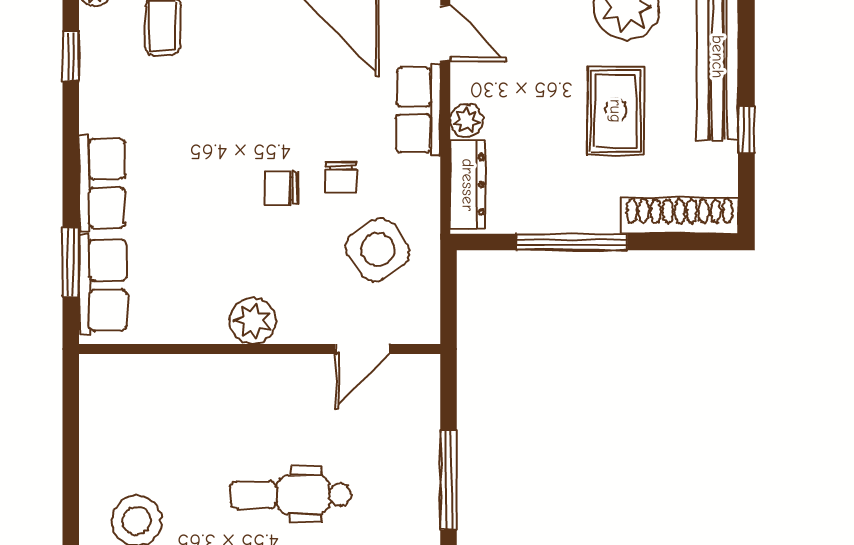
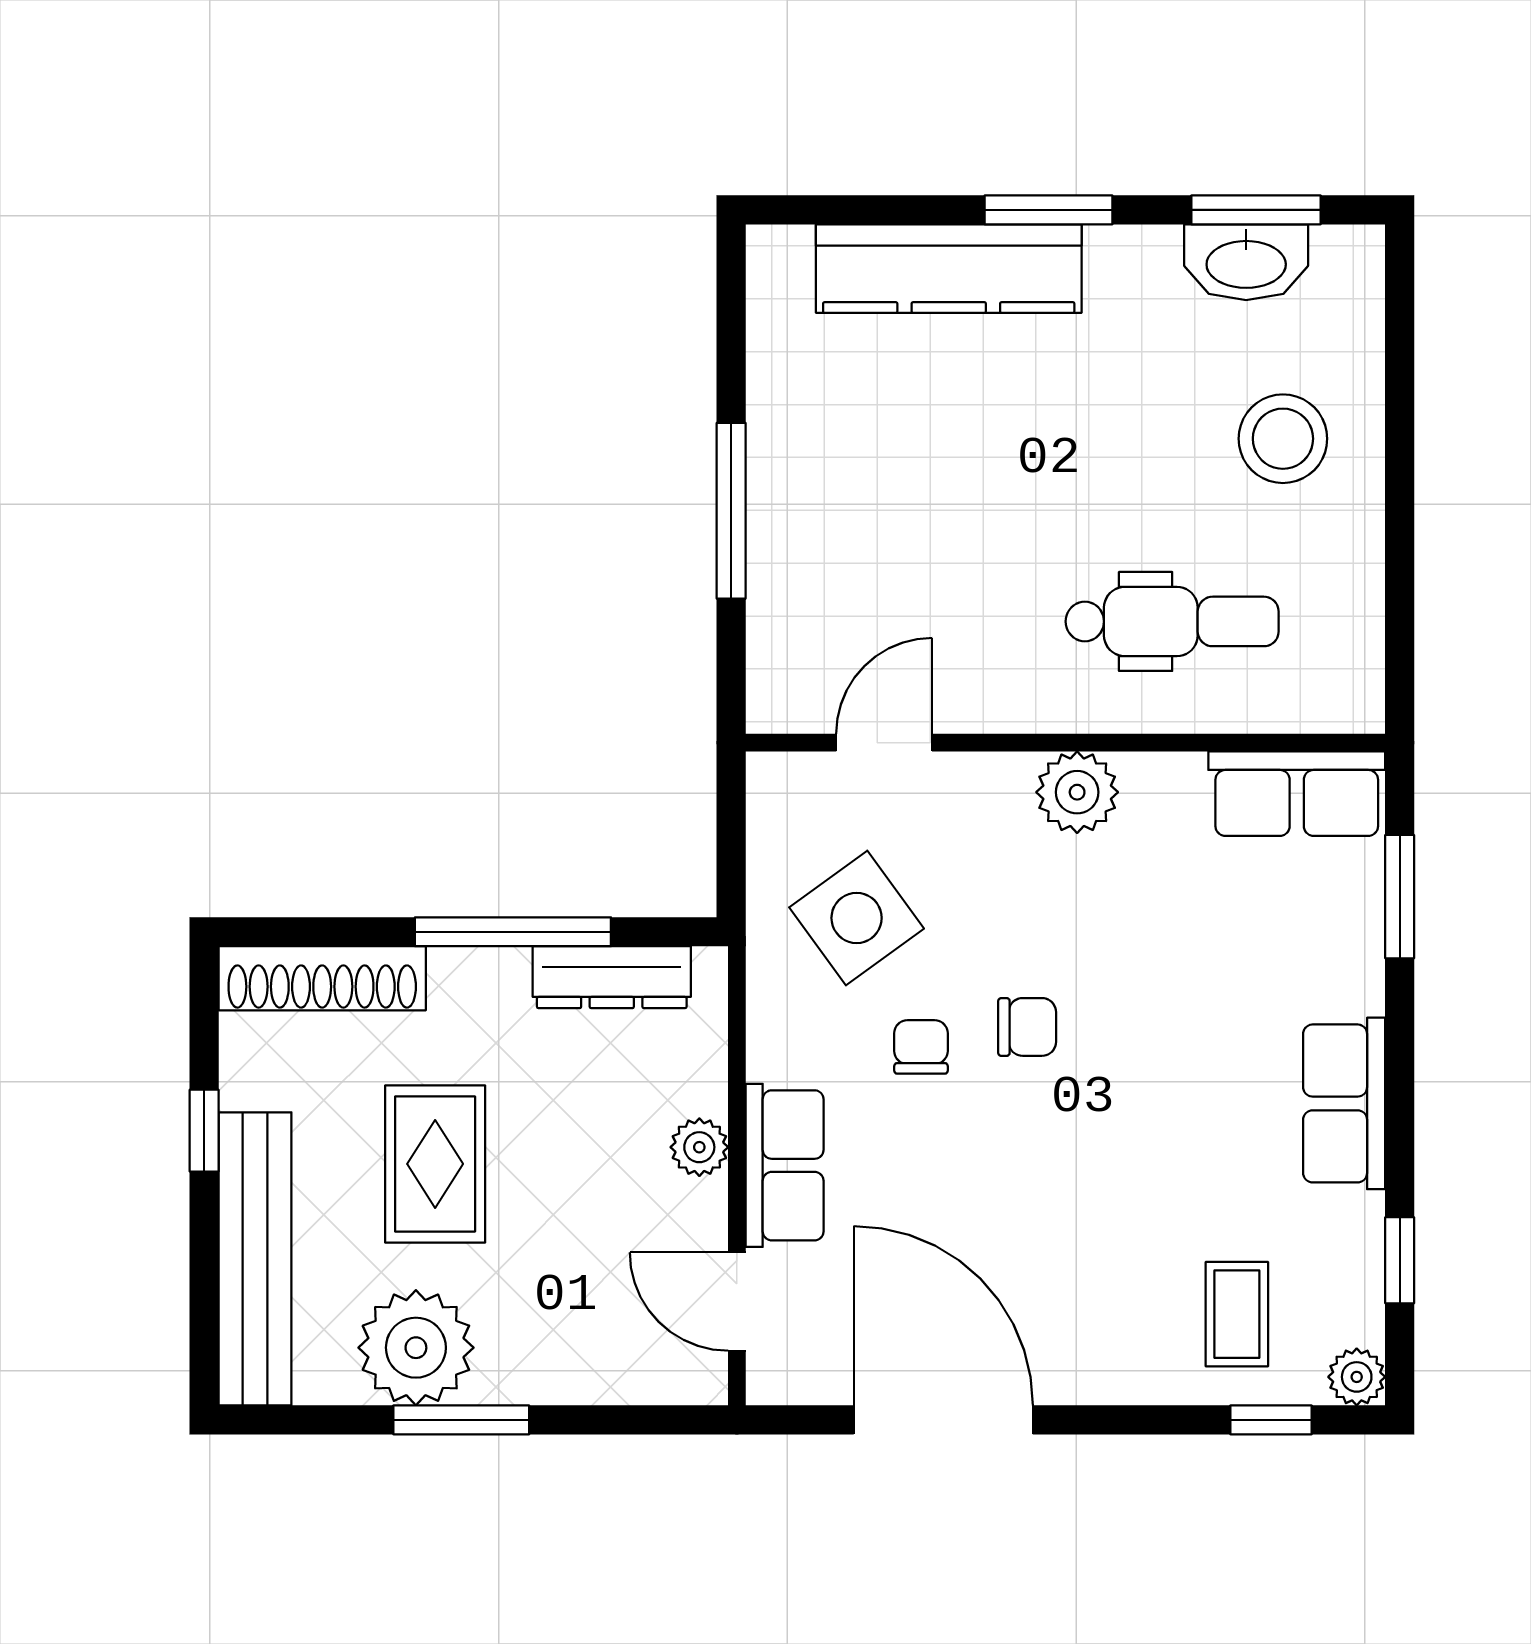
row of seats: (102, 183) -> (1344, 1103), moved
dresser: (468, 185) -> (612, 977), moved, turned -90
row of seats: (103, 285) -> (1297, 794), moved, turned -90
dental chair: (291, 495) -> (1172, 621), moved

